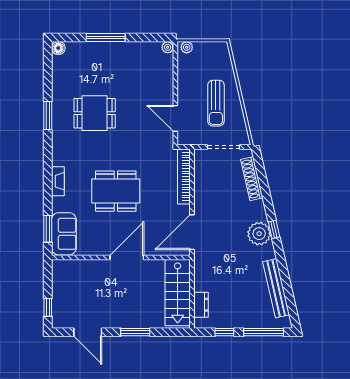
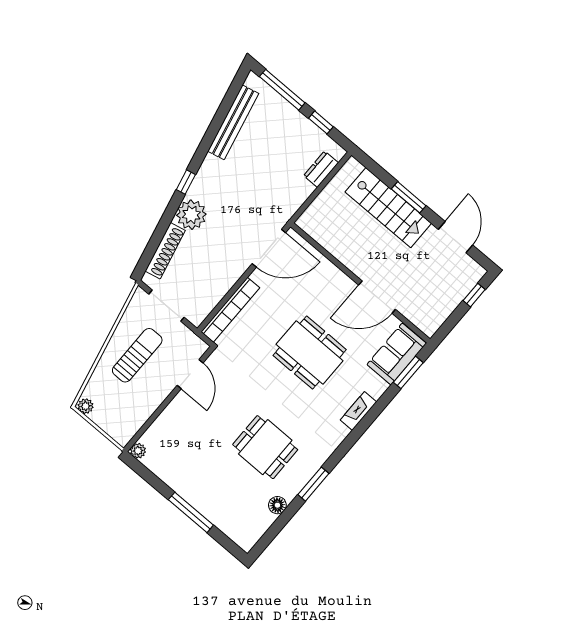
plant: (187, 47) -> (86, 406), moved
floor lamp: (58, 48) -> (277, 505), moved
plant: (259, 234) -> (191, 215), moved
door: (127, 257) -> (377, 297), moved
stairs: (178, 293) -> (388, 208), moved, turned 90

